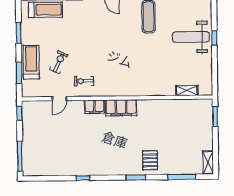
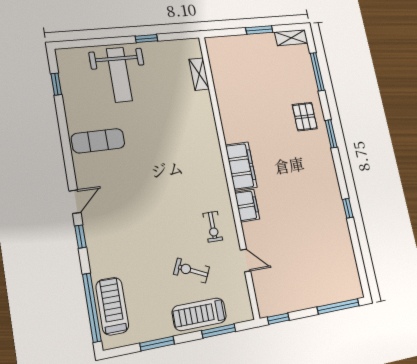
window: (214, 38) -> (146, 38), moved
window: (215, 117) -> (259, 30), moved
pallet: (150, 160) -> (305, 117), turned 90

